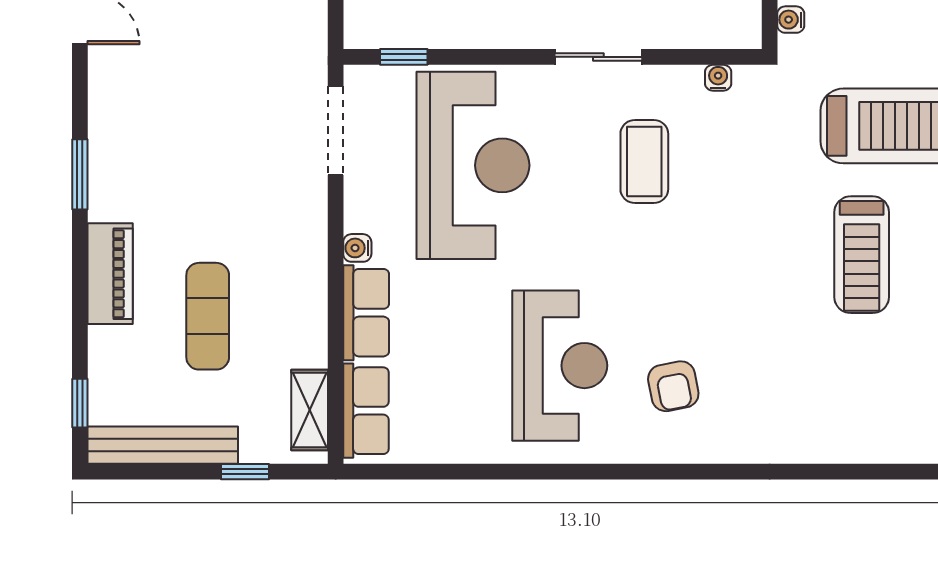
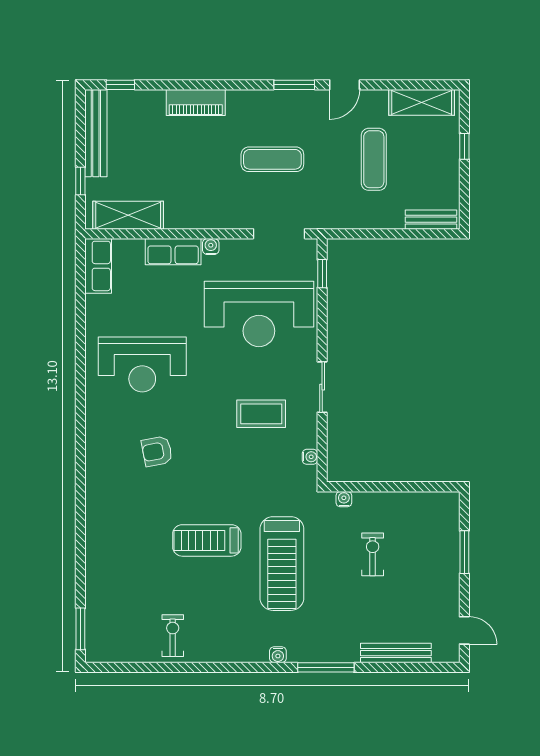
window: (80, 174) -> (294, 85), moved
exercise mat: (208, 316) -> (272, 159), moved
armchair: (673, 386) -> (157, 451), moved
shelving: (310, 410) -> (128, 215), width x1.50, depth x1.33
row of seats: (366, 411) -> (98, 266), moved, turned -90

